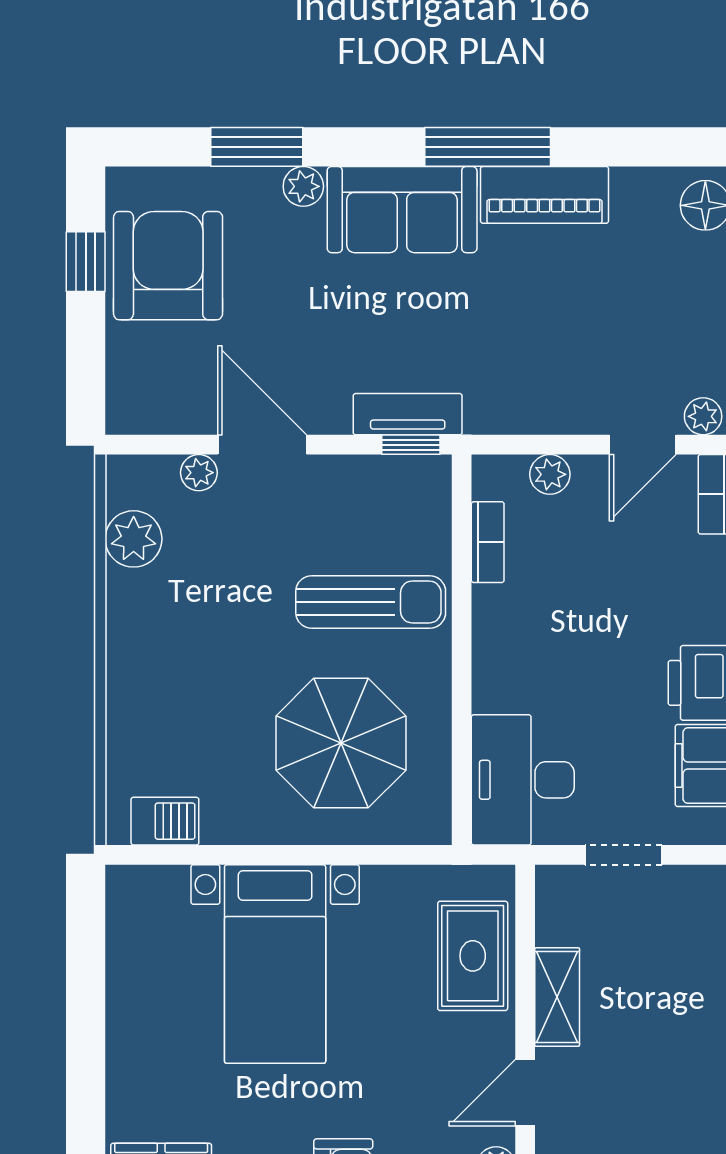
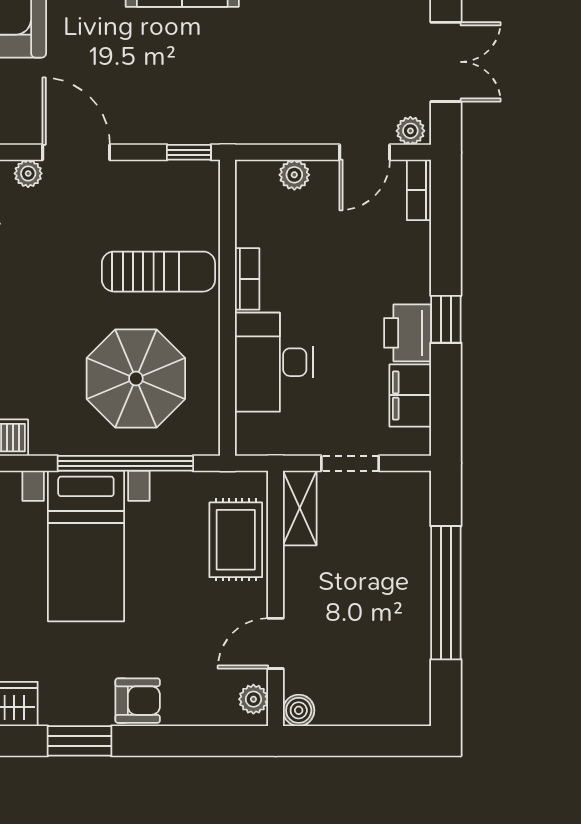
tv unit: (408, 414) -> (186, 129), removed
bookcase: (488, 542) -> (247, 279), moved
desk: (523, 780) -> (274, 362), moved
window: (327, 855) -> (125, 463), added
shelving: (557, 997) -> (300, 508), moved

